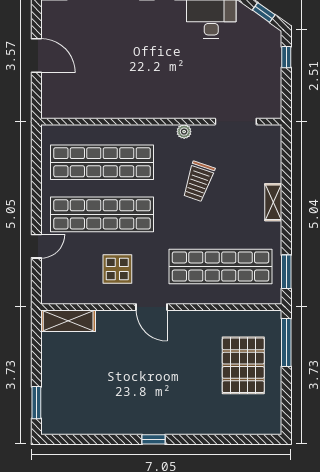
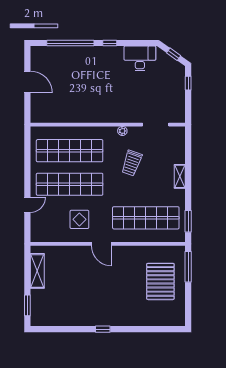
shelving: (68, 321) -> (37, 271), moved, turned 90

